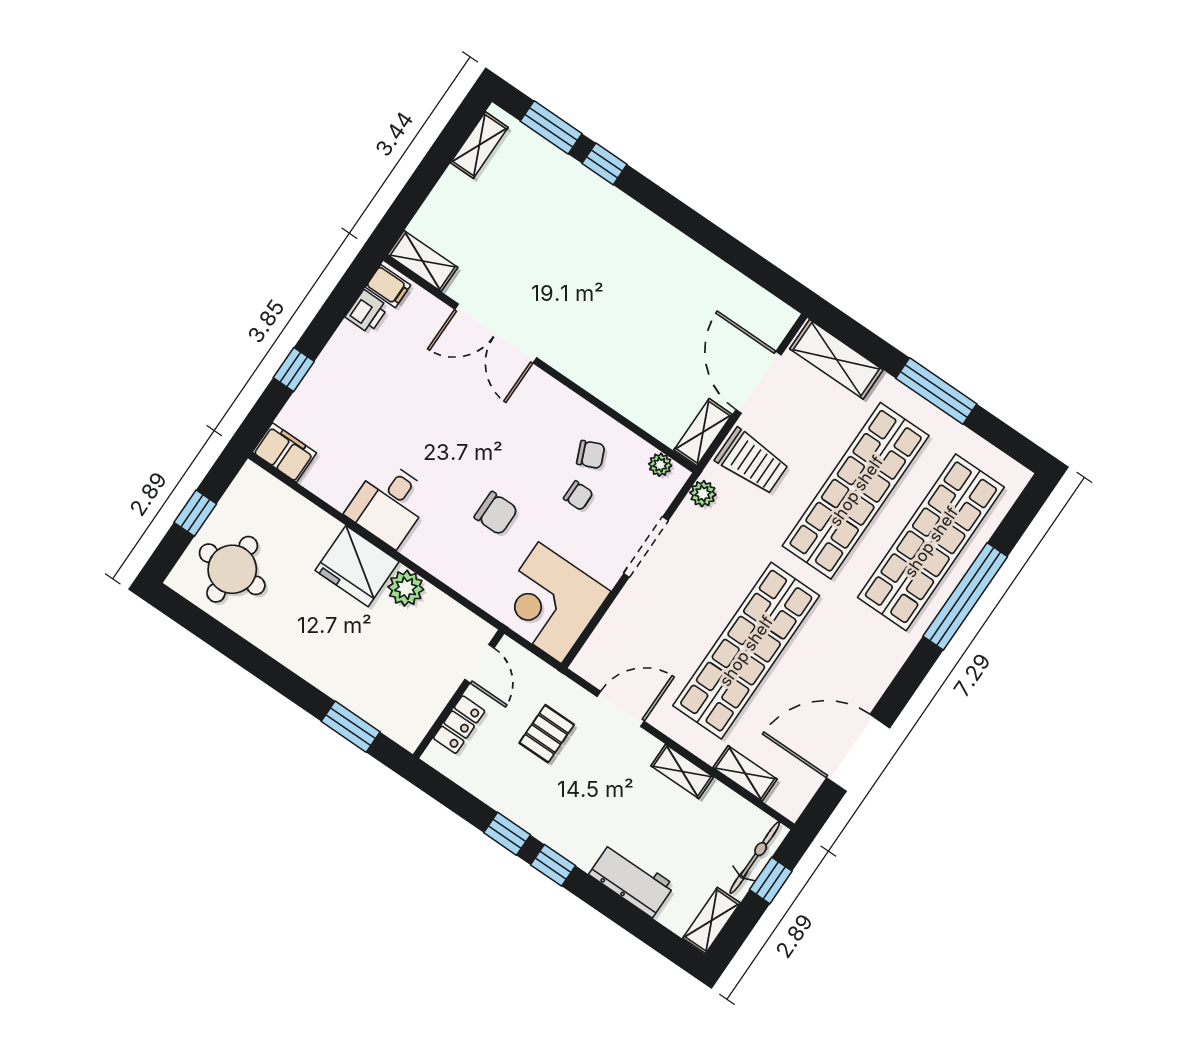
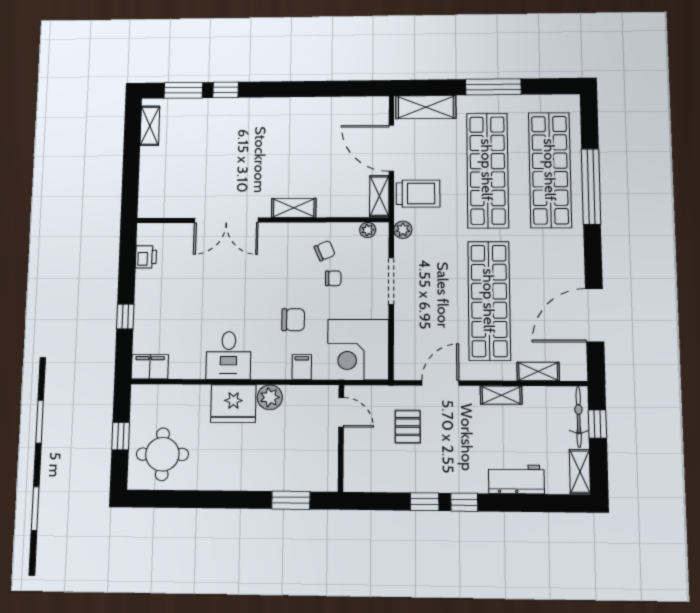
shelving: (423, 261) -> (294, 208), moved
filing cabinet: (388, 286) -> (302, 367), moved, turned -90
locker: (459, 725) -> (353, 456), removed

